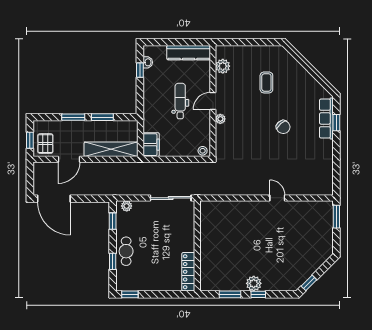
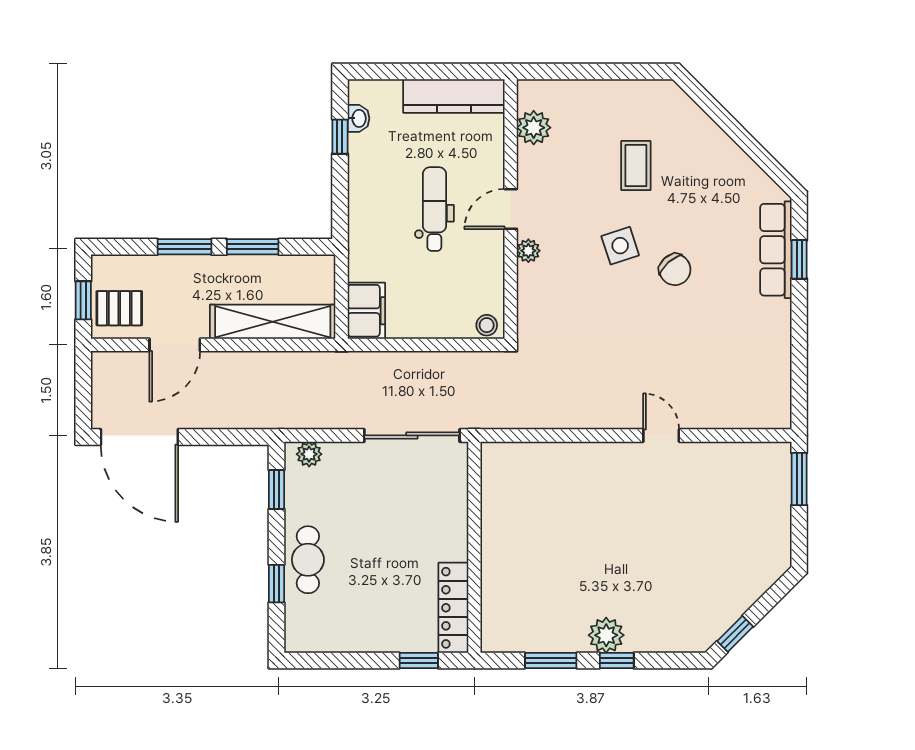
side table: (260, 117) -> (620, 246), added
pallet: (45, 144) -> (119, 308), turned 90
window: (130, 294) -> (419, 661), moved

